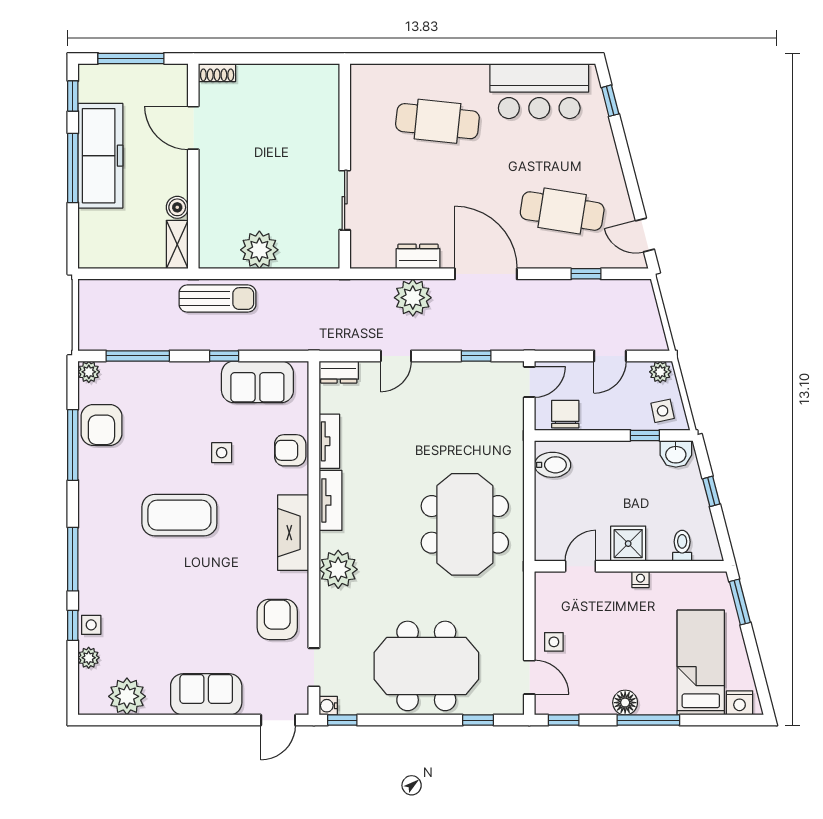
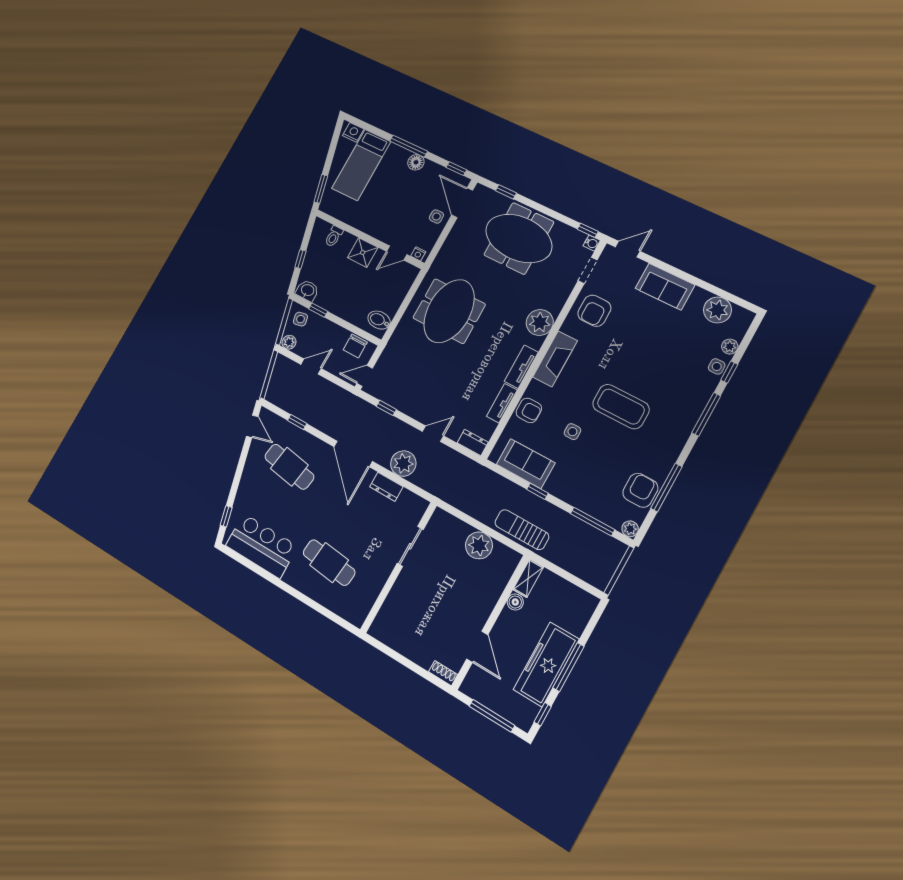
nightstand: (640, 579) -> (418, 254), moved
door: (529, 677) -> (462, 203), width x1.38

